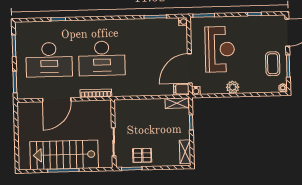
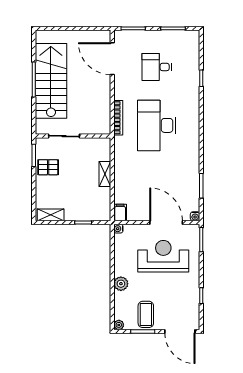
reception desk: (220, 49) -> (163, 256), turned 180
desk: (49, 60) -> (157, 67), width x0.53, depth x0.77
coffee table: (273, 64) -> (146, 314), turned 90
door: (190, 68) -> (166, 222), moved
plant: (233, 87) -> (121, 284), moved
door: (57, 100) -> (112, 59), moved
shelving: (177, 103) -> (105, 174), moved
pallet: (142, 155) -> (48, 167), turned 90

